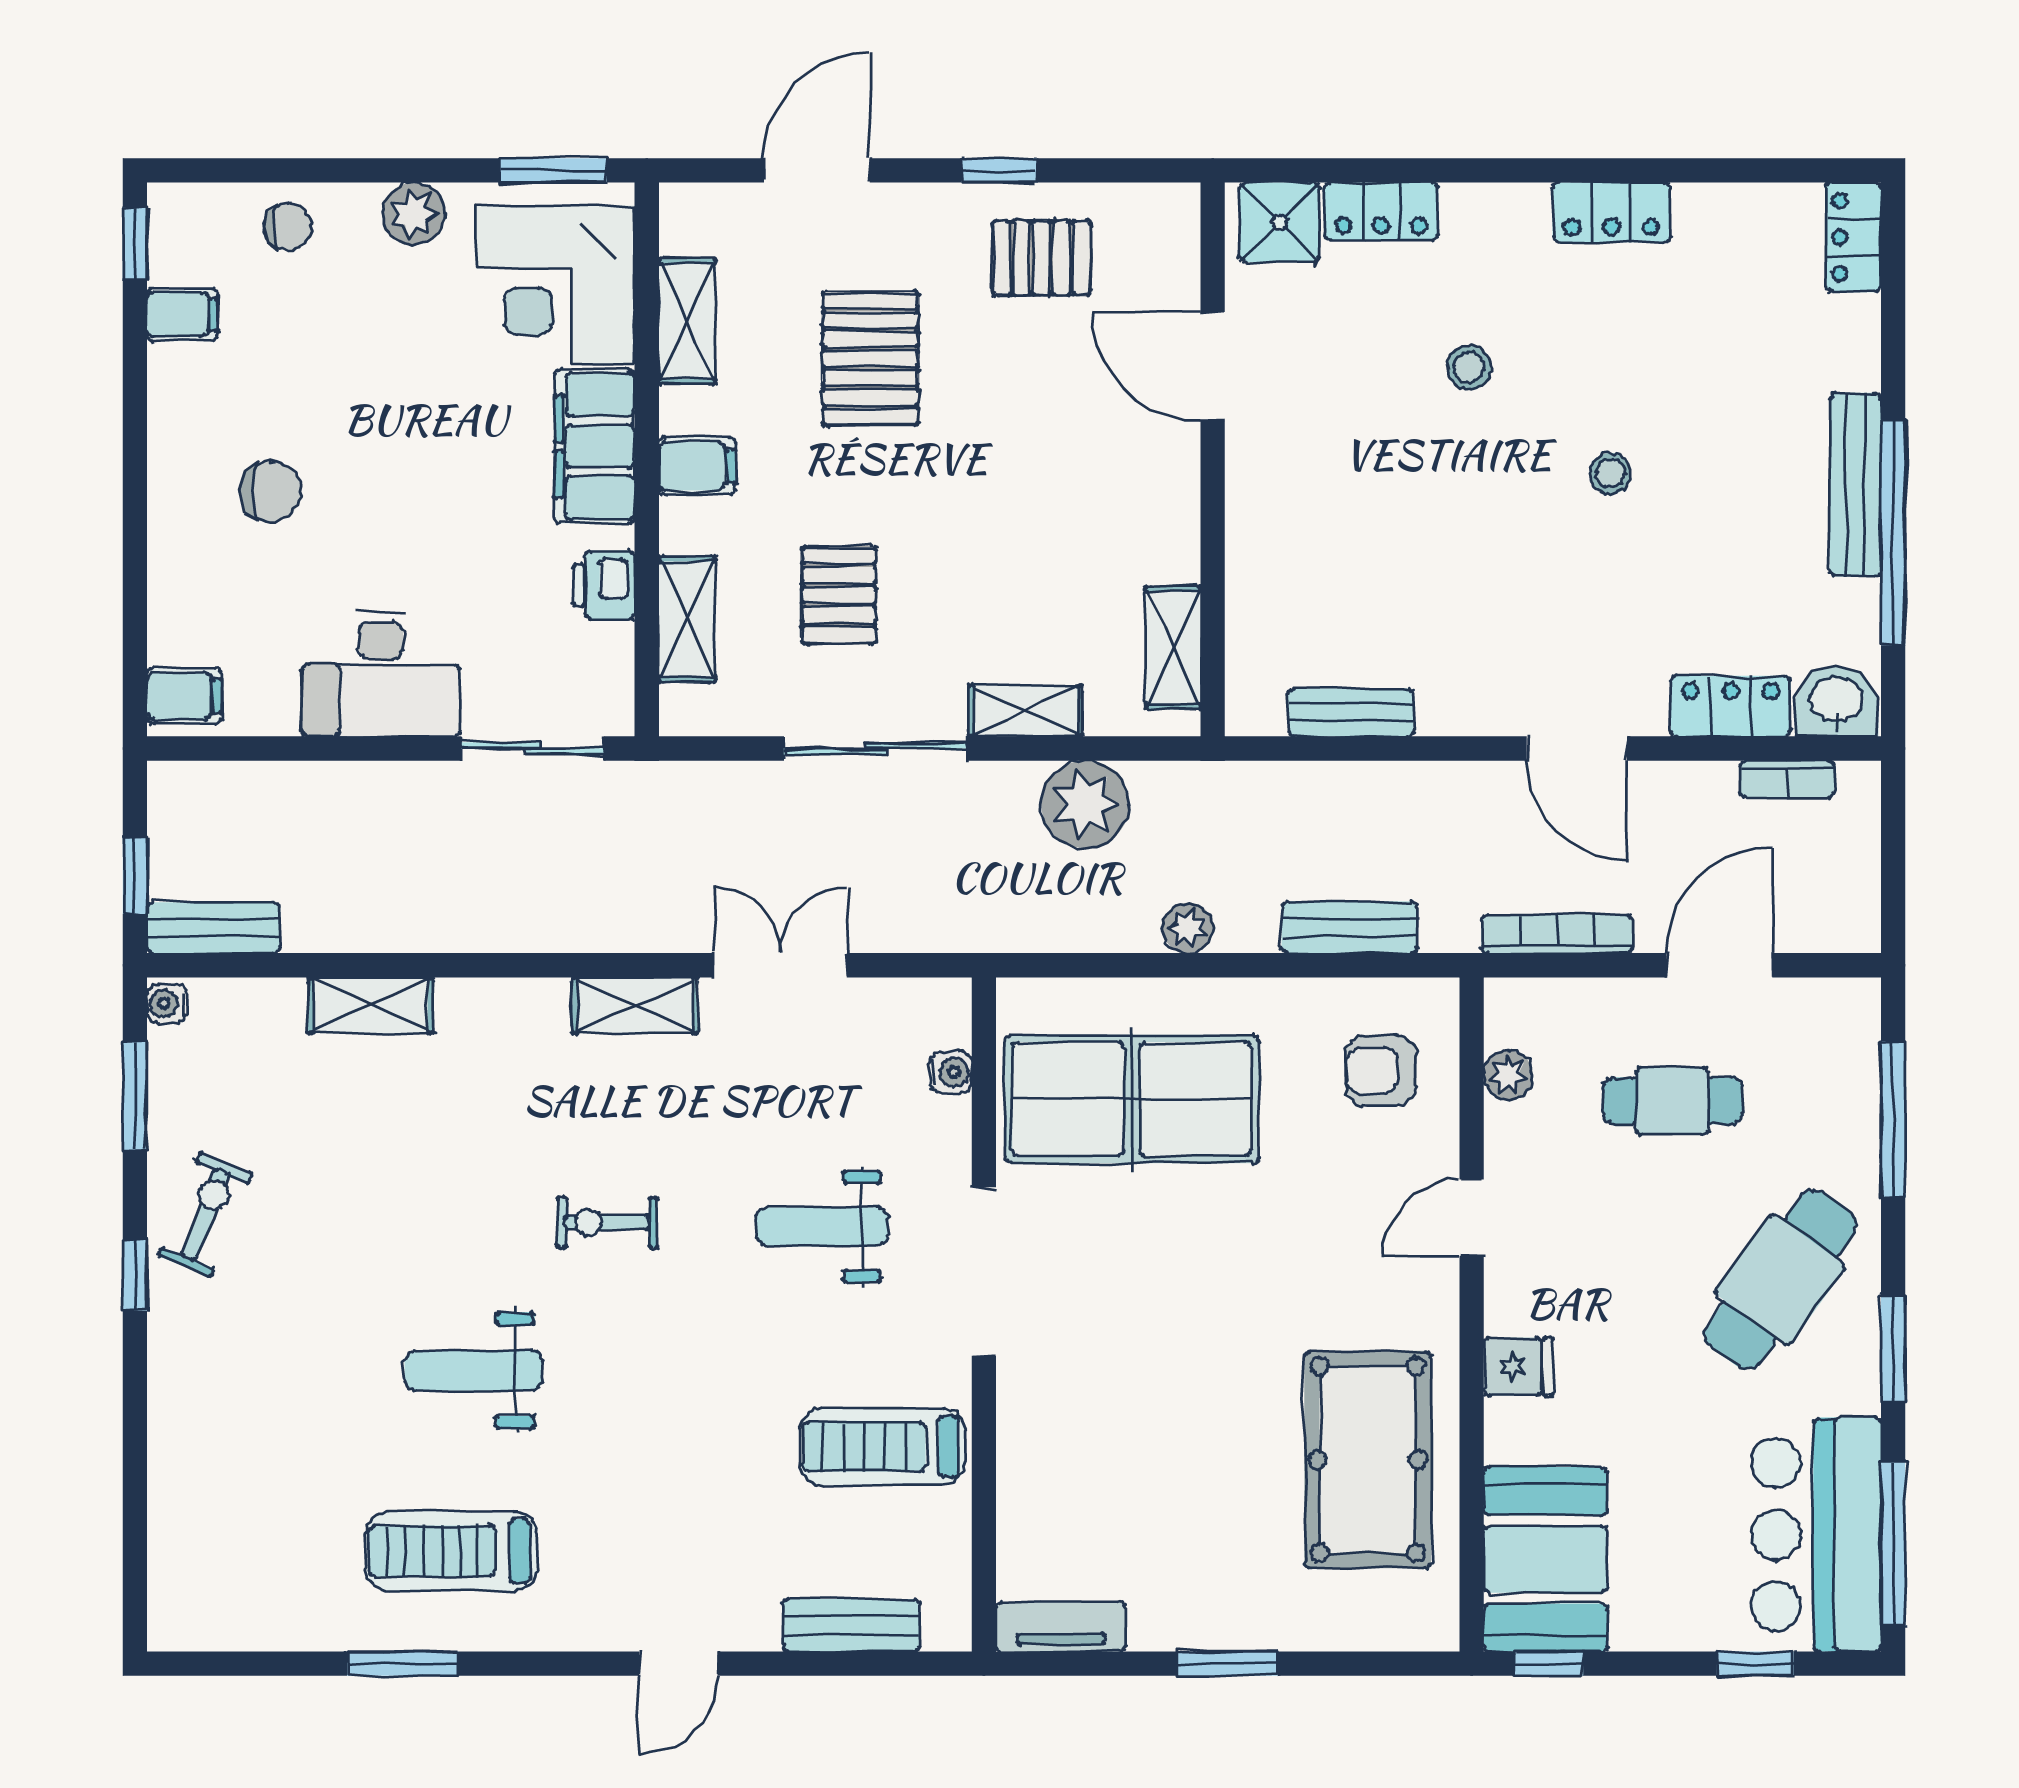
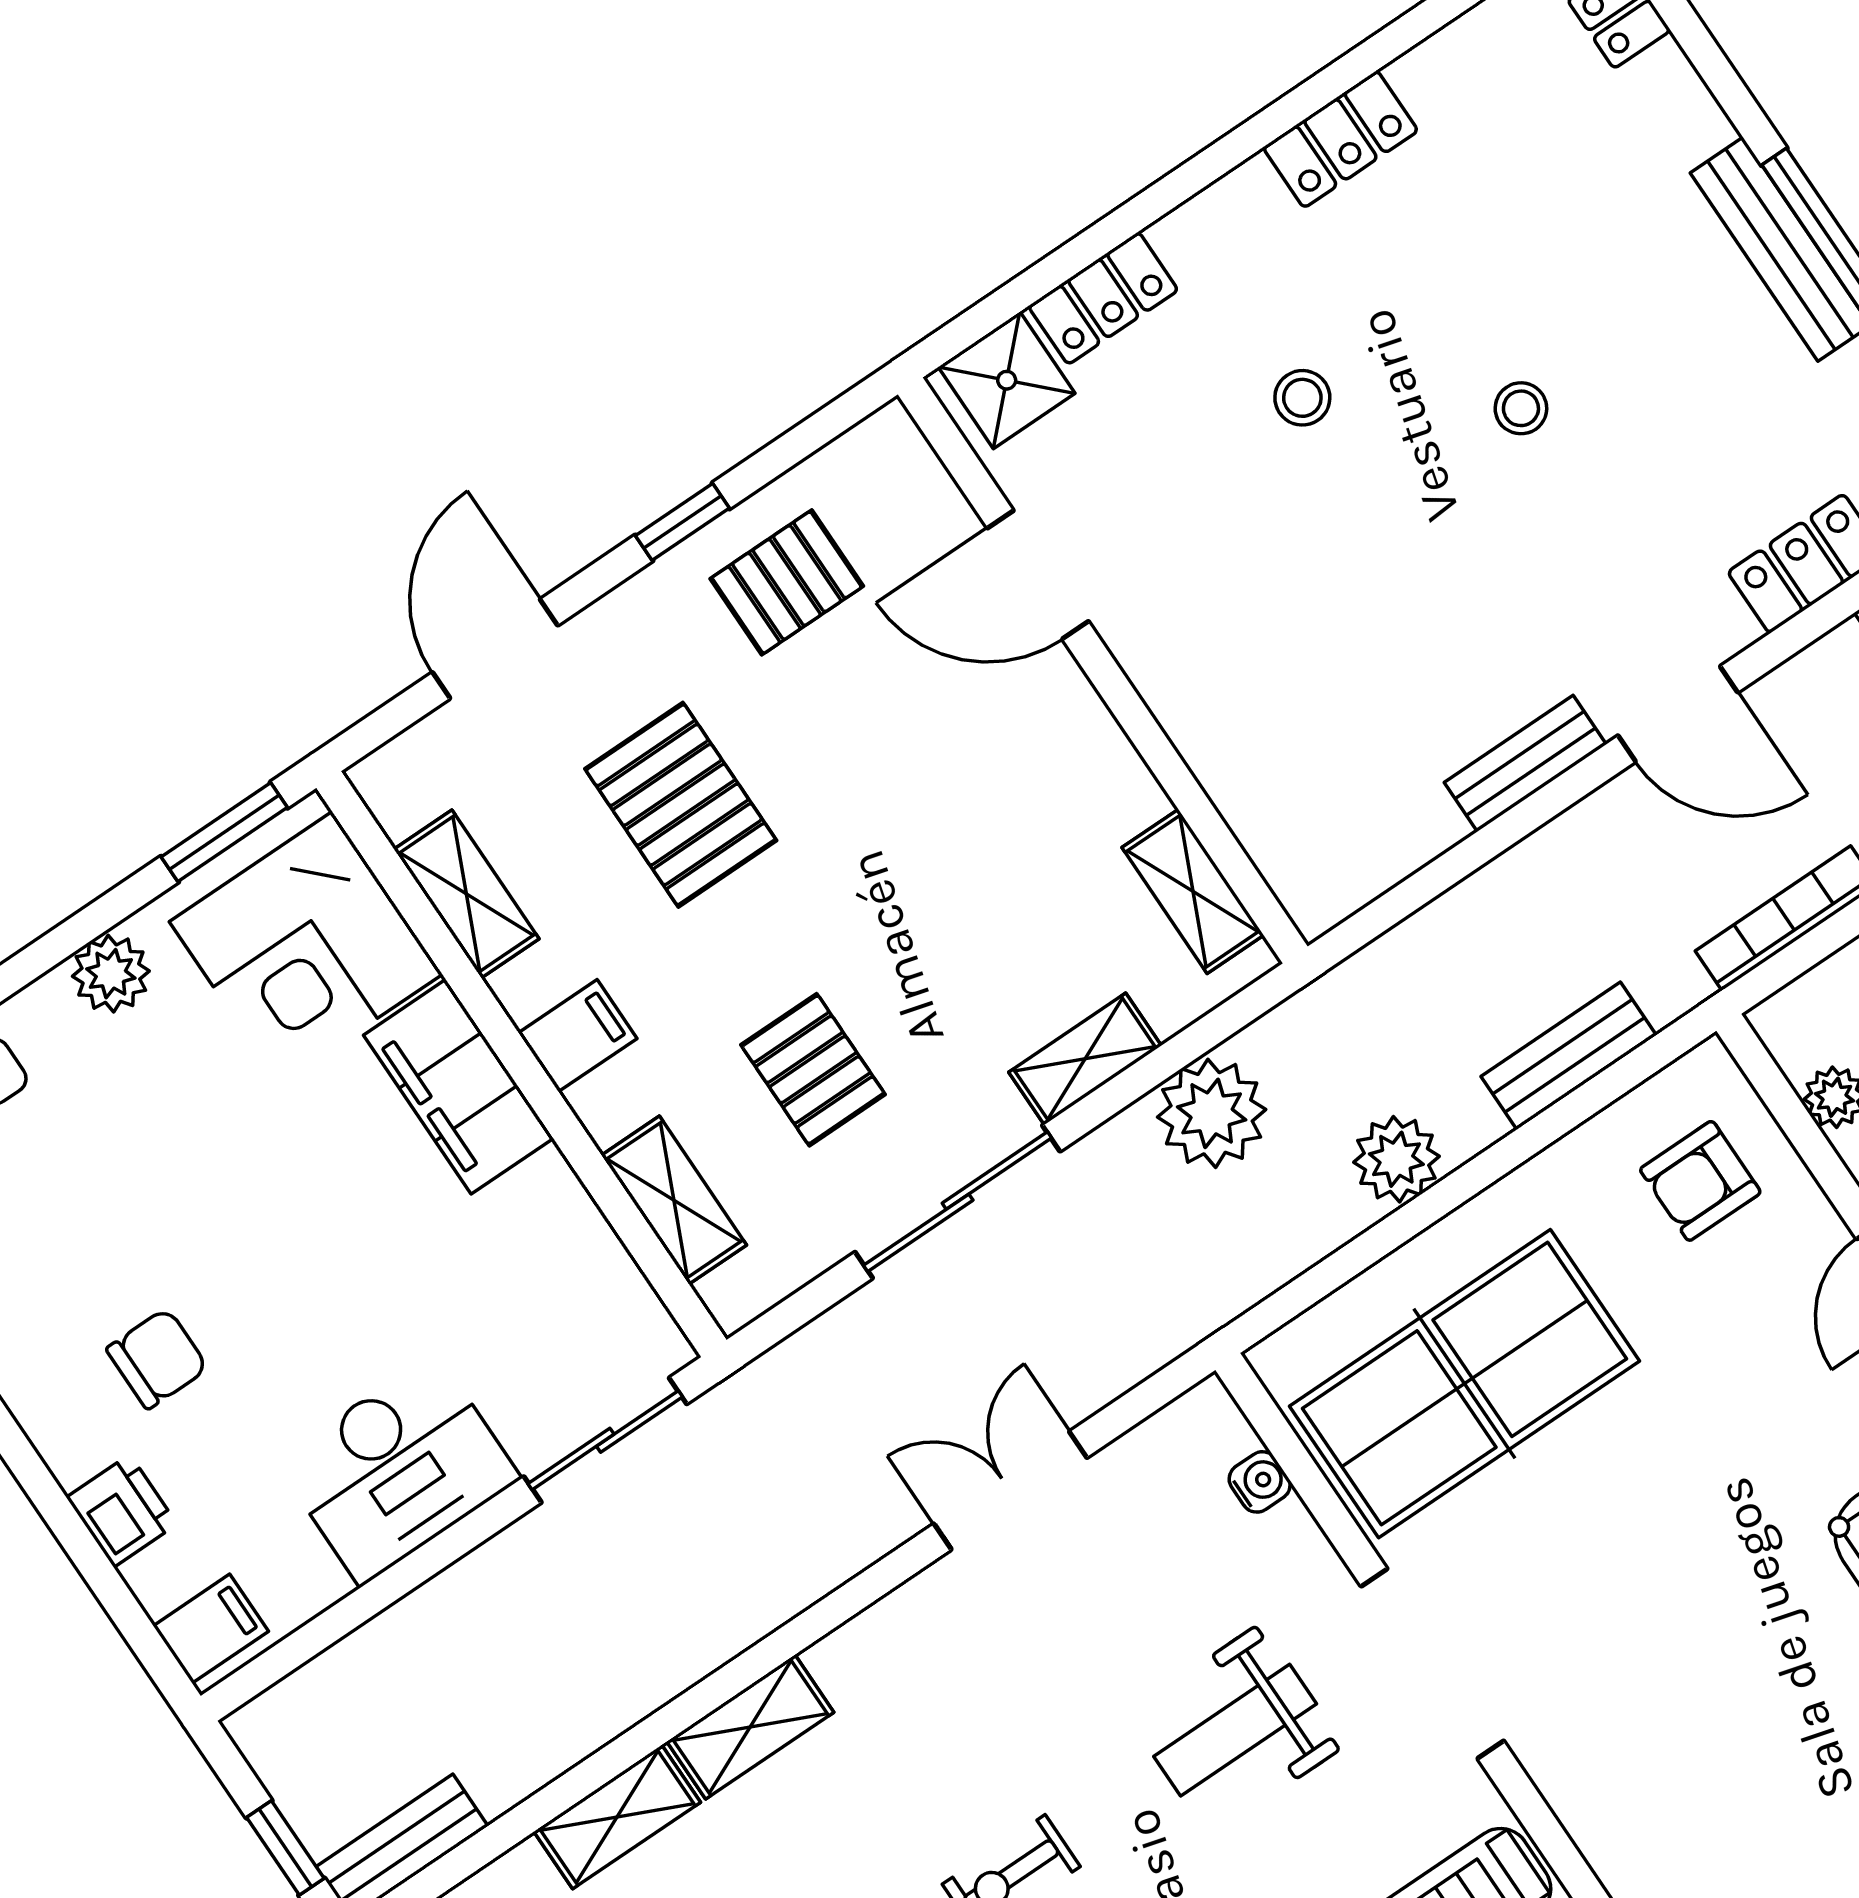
printer: (604, 585) -> (122, 1511), moved, turned 180
bench: (1351, 712) -> (1525, 763), moved
plant: (1188, 928) -> (1396, 1159), width x1.38, depth x1.38
shelving: (635, 1005) -> (750, 1727), moved

